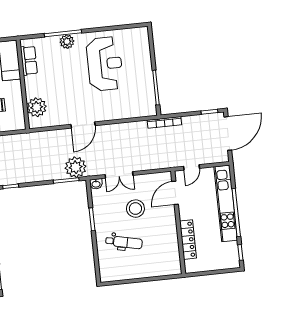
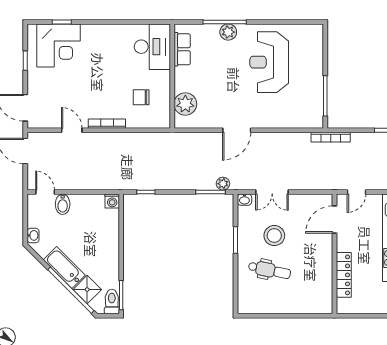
reception desk: (105, 64) -> (269, 62), turned 180
plant: (76, 167) -> (223, 184), width x0.53, depth x0.53
stool: (135, 209) -> (274, 236), moved

